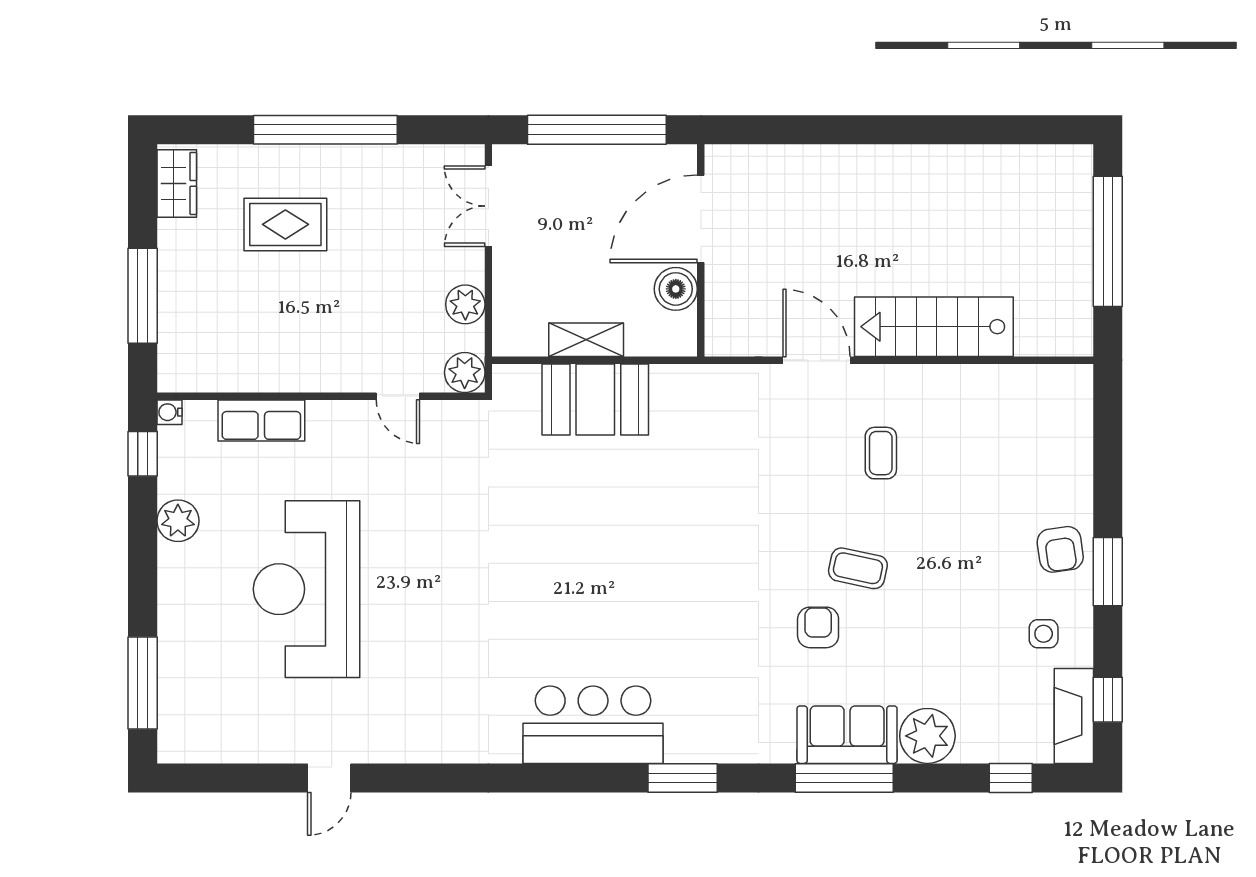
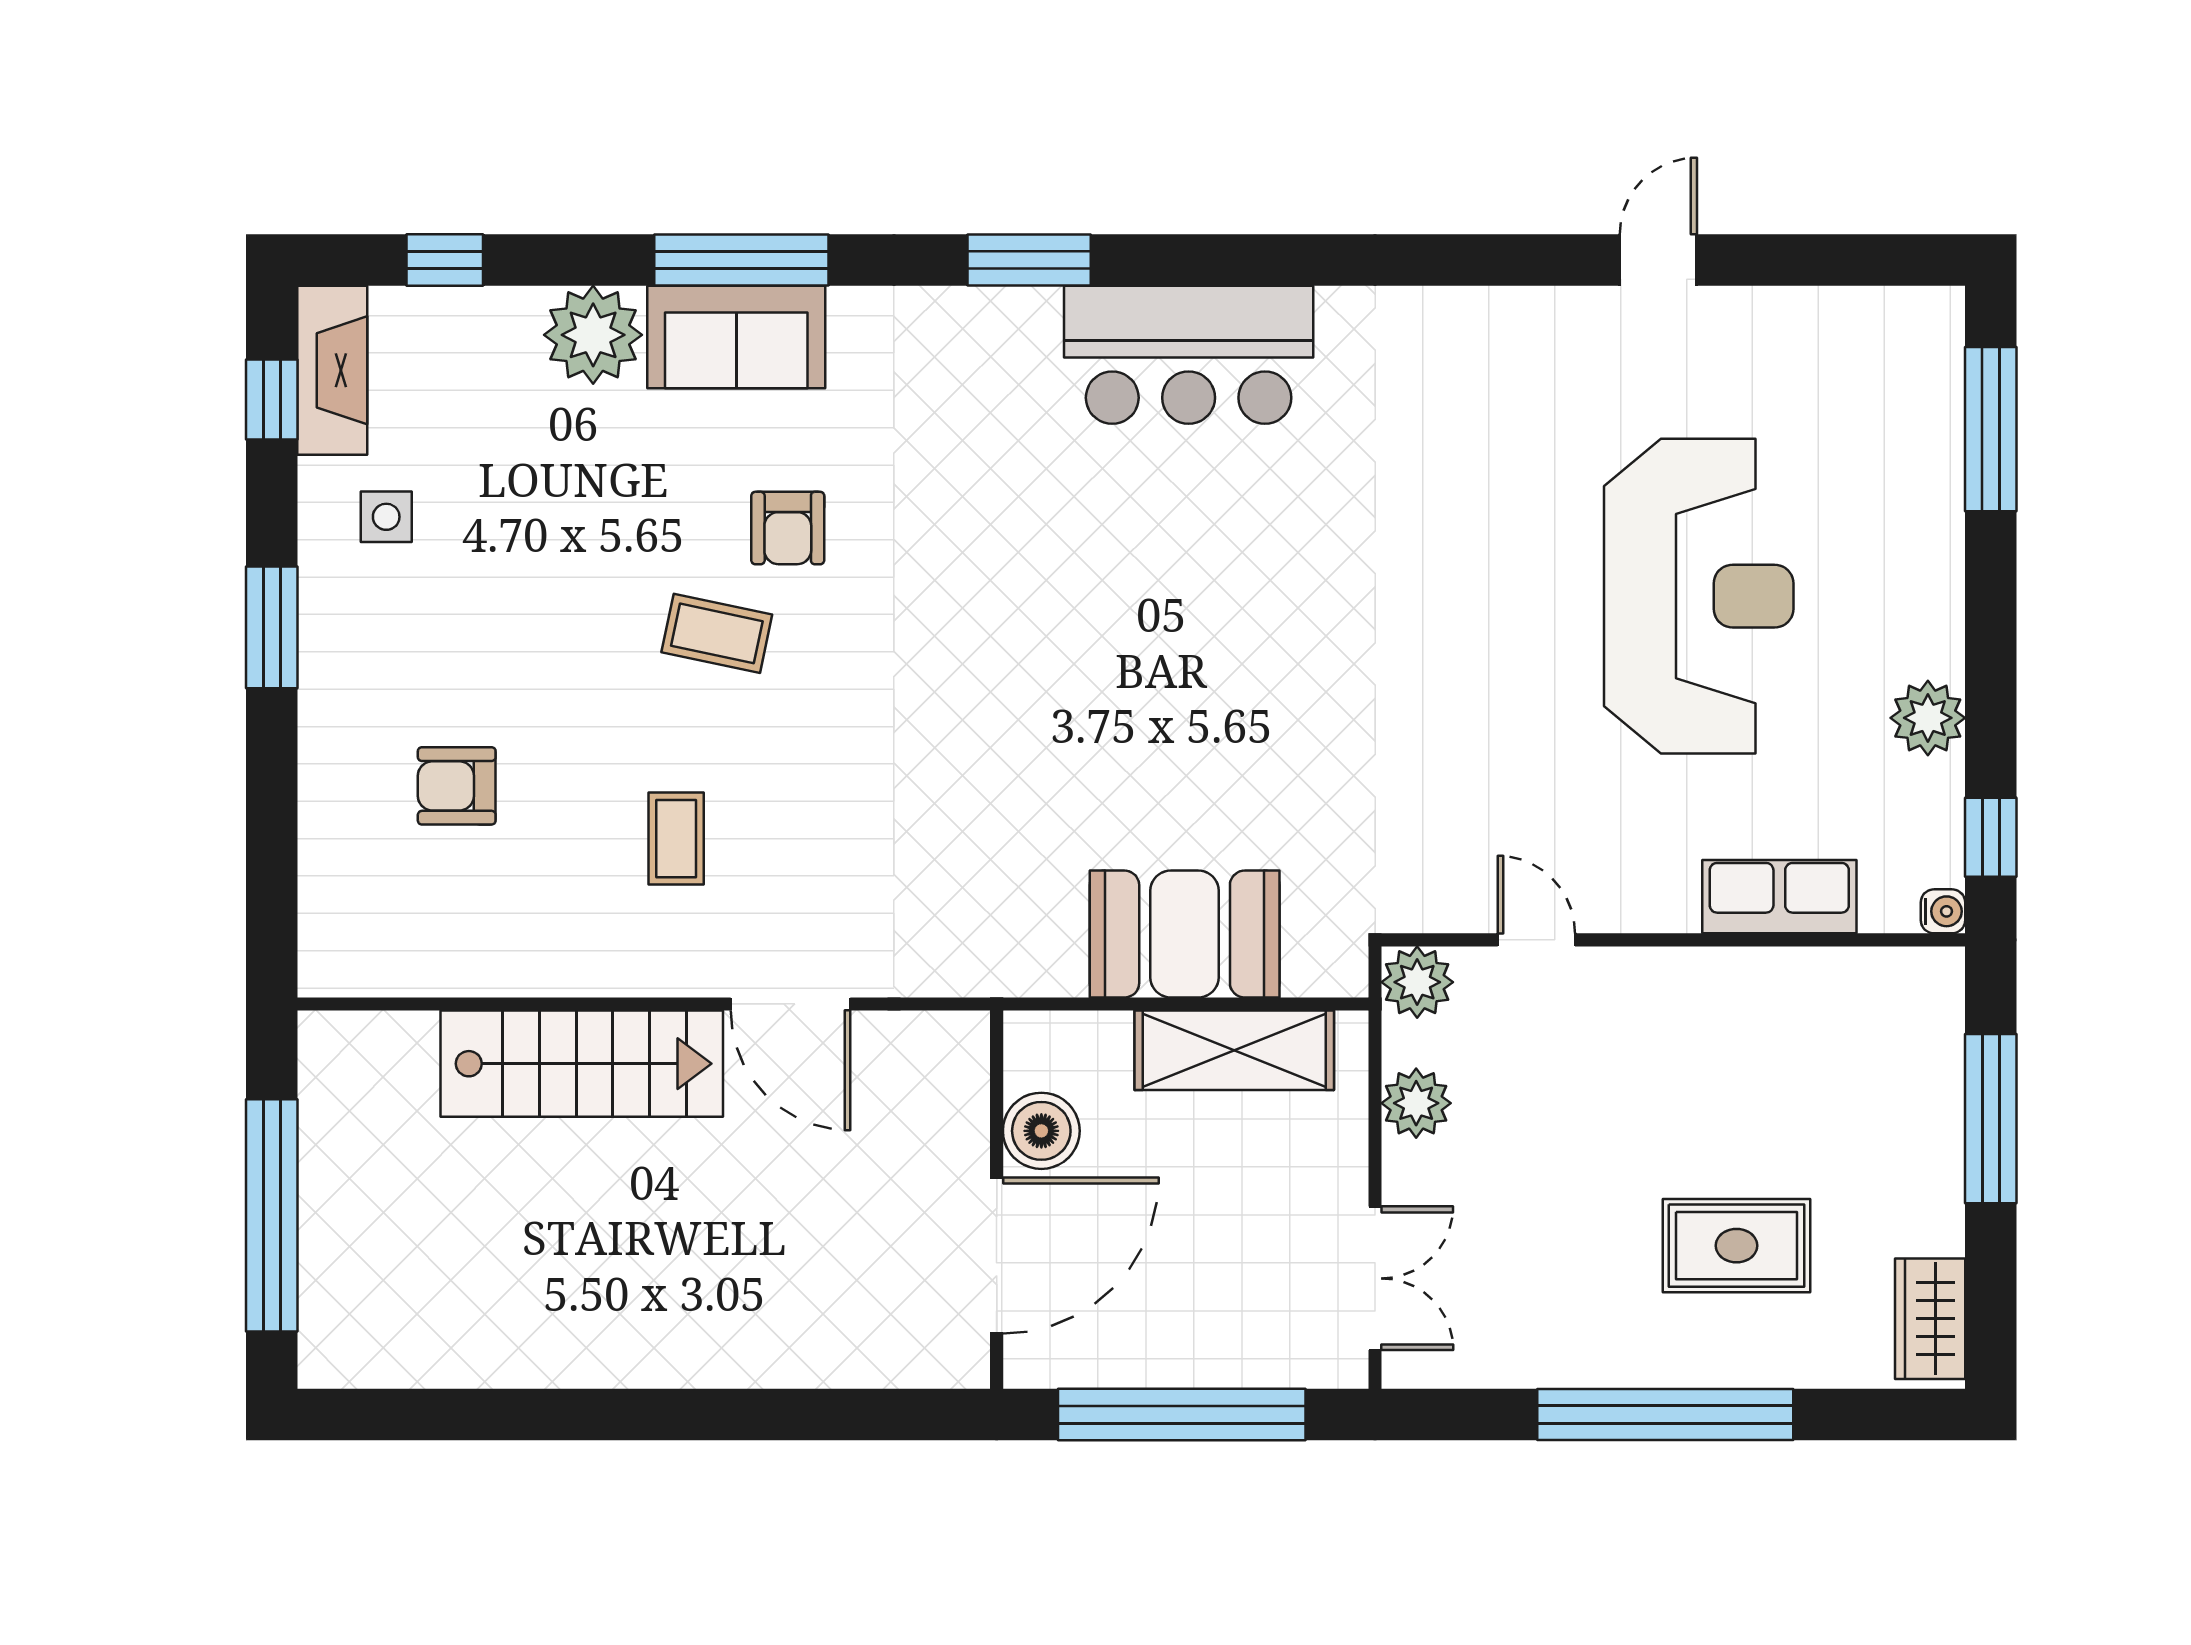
shelving: (586, 340) -> (1234, 1050), width x1.50, depth x1.33
armchair: (1060, 549) -> (457, 786), moved, turned -82

